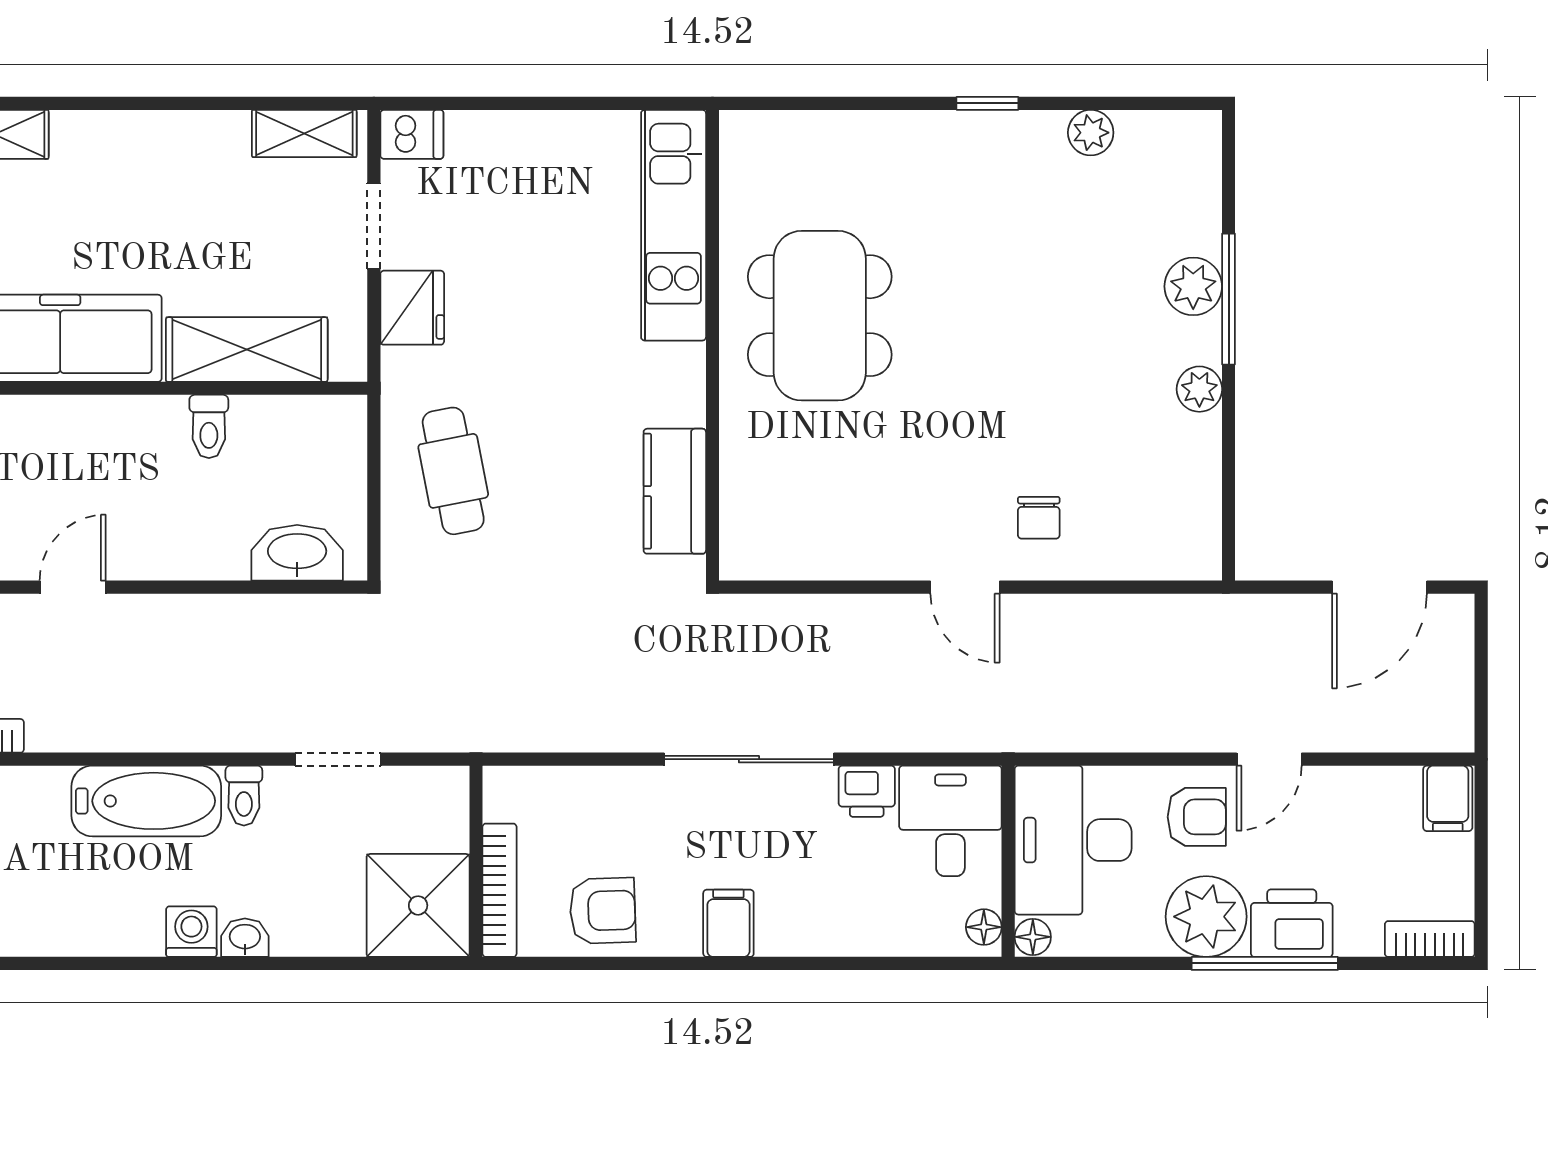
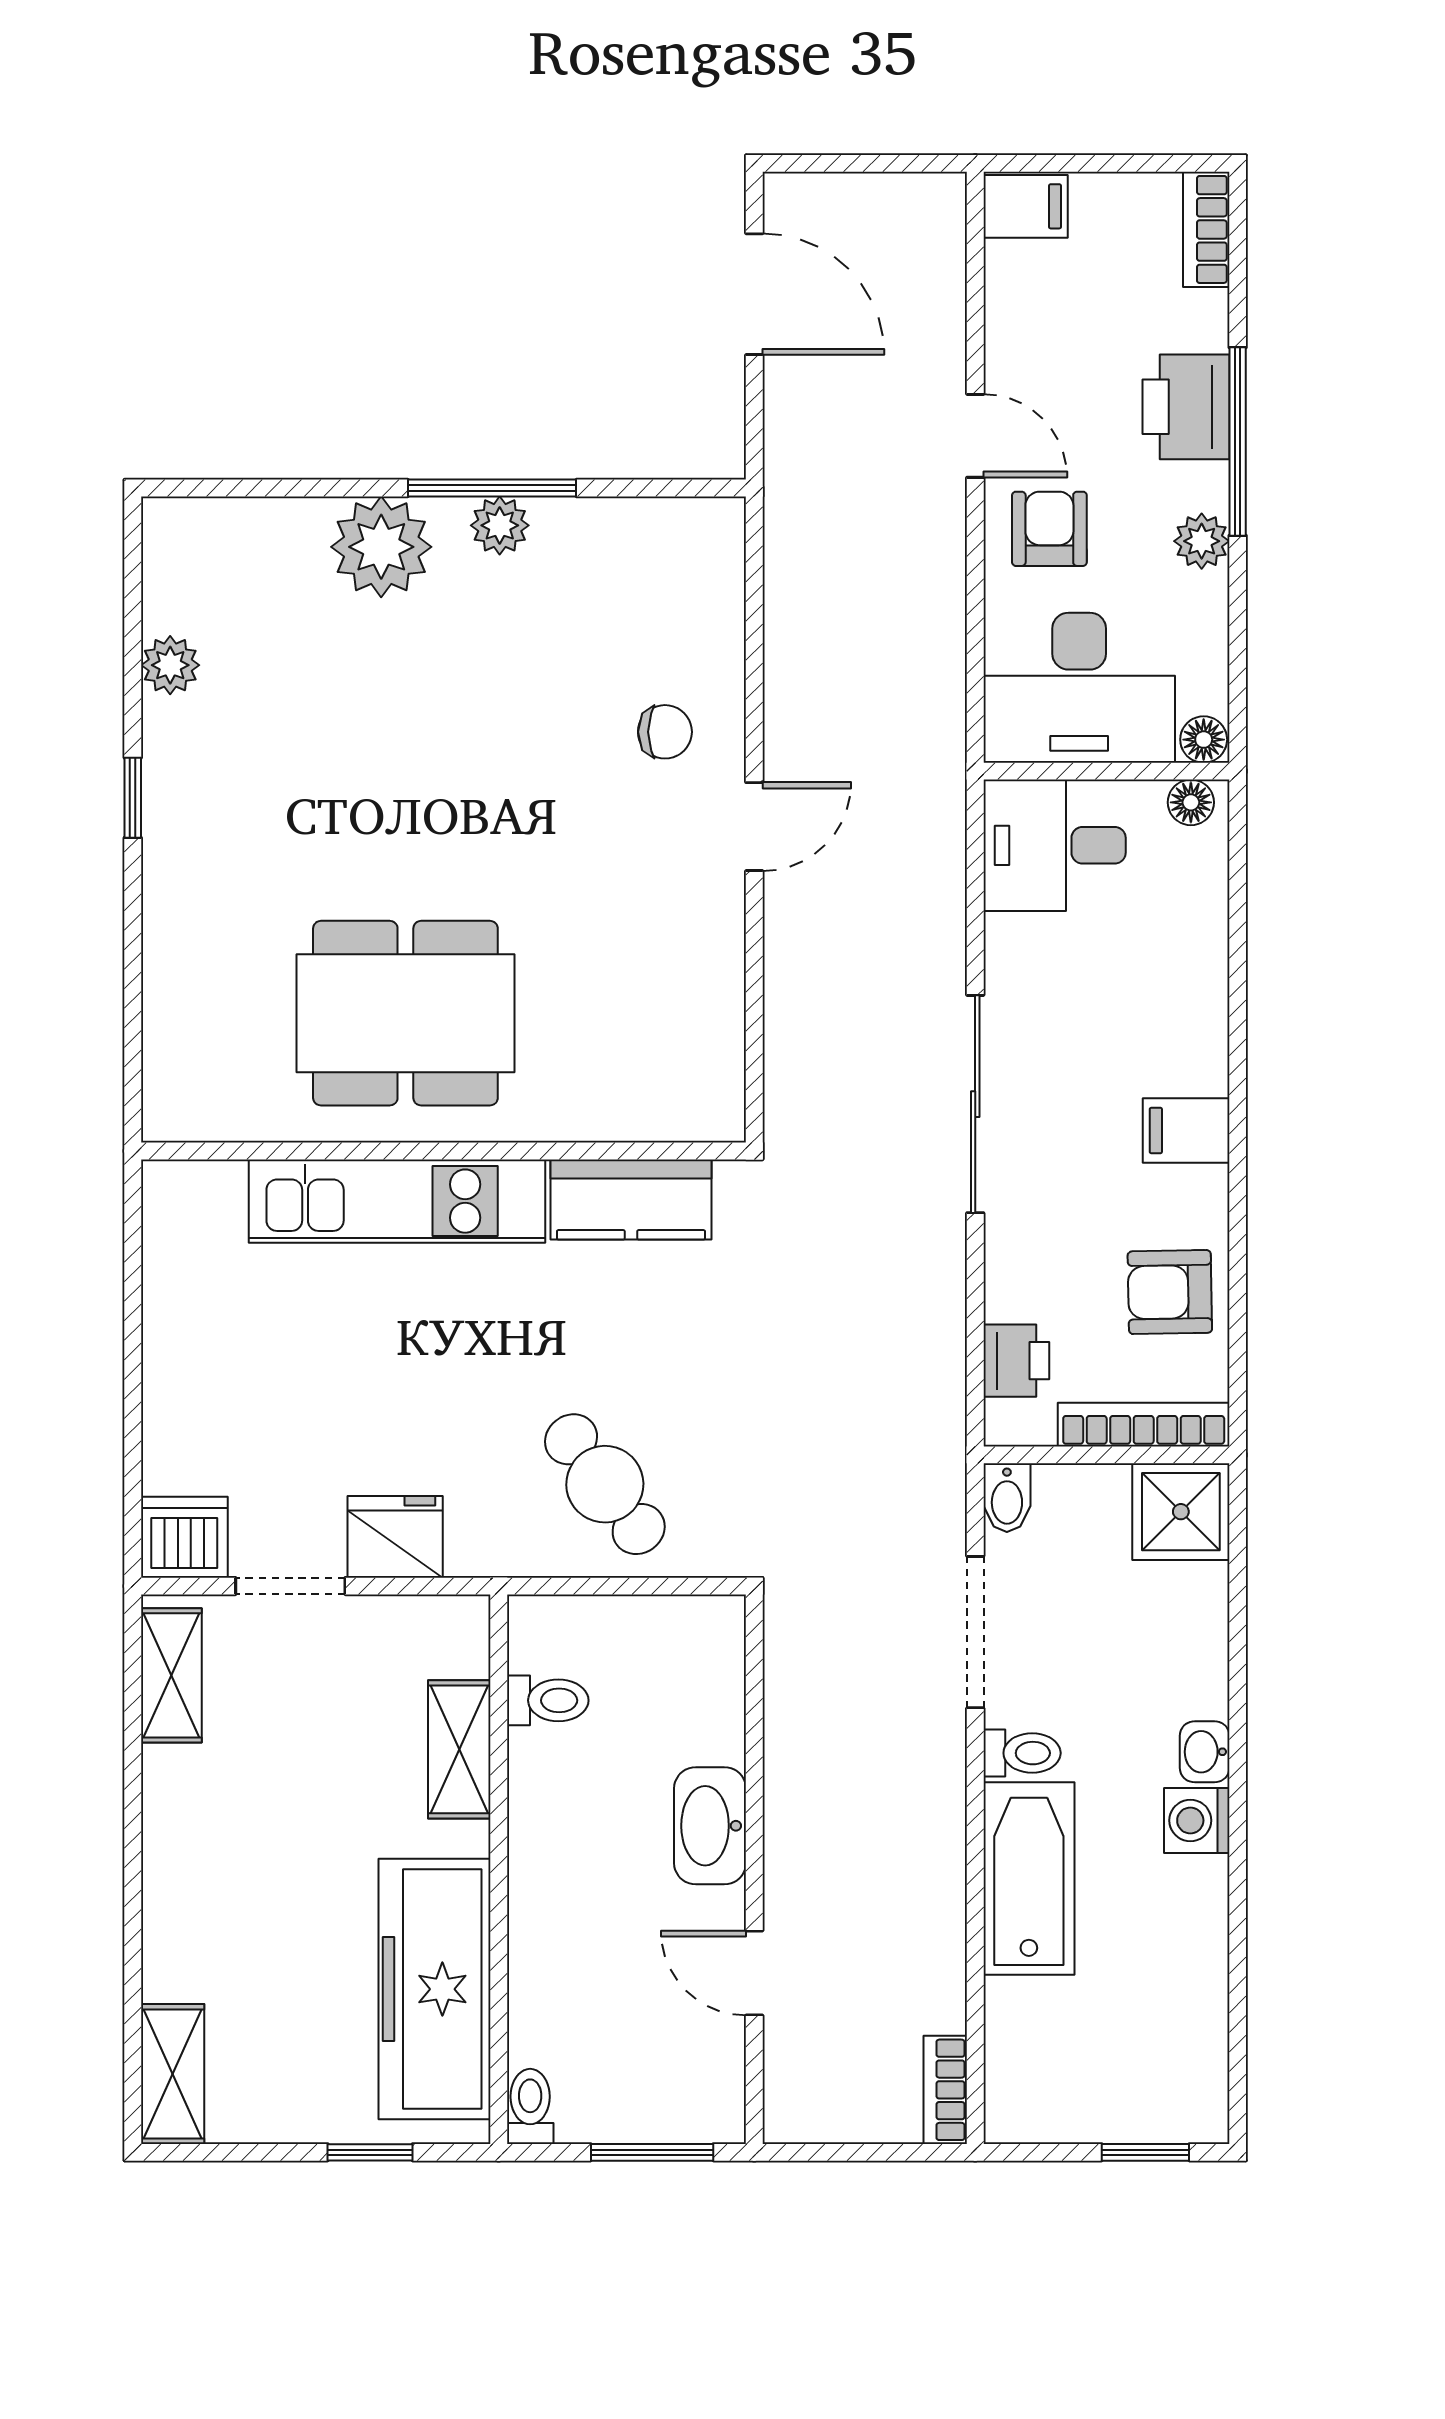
dishwasher: (412, 134) -> (184, 1537), width x1.38
kitchen unit: (674, 225) -> (397, 1201), moved
plant: (1193, 286) -> (381, 547), width x1.36, depth x1.36
window: (1229, 299) -> (492, 488), moved
shelving: (247, 350) -> (459, 1749), width x0.67, depth x0.75
toilet: (209, 426) -> (548, 1700), moved
cafe table: (453, 471) -> (605, 1484), turned 64
washbasin: (297, 553) -> (710, 1826), moved
doorway: (338, 759) -> (975, 1632), width x1.38
bidet: (443, 784) -> (1007, 1498), added
printer: (867, 791) -> (1016, 1361), moved
shower: (418, 905) -> (1181, 1512), width x0.73, depth x0.73
armchair: (603, 911) -> (1170, 1292), turned -89
plant: (1206, 917) -> (1202, 541), width x0.53, depth x0.53

